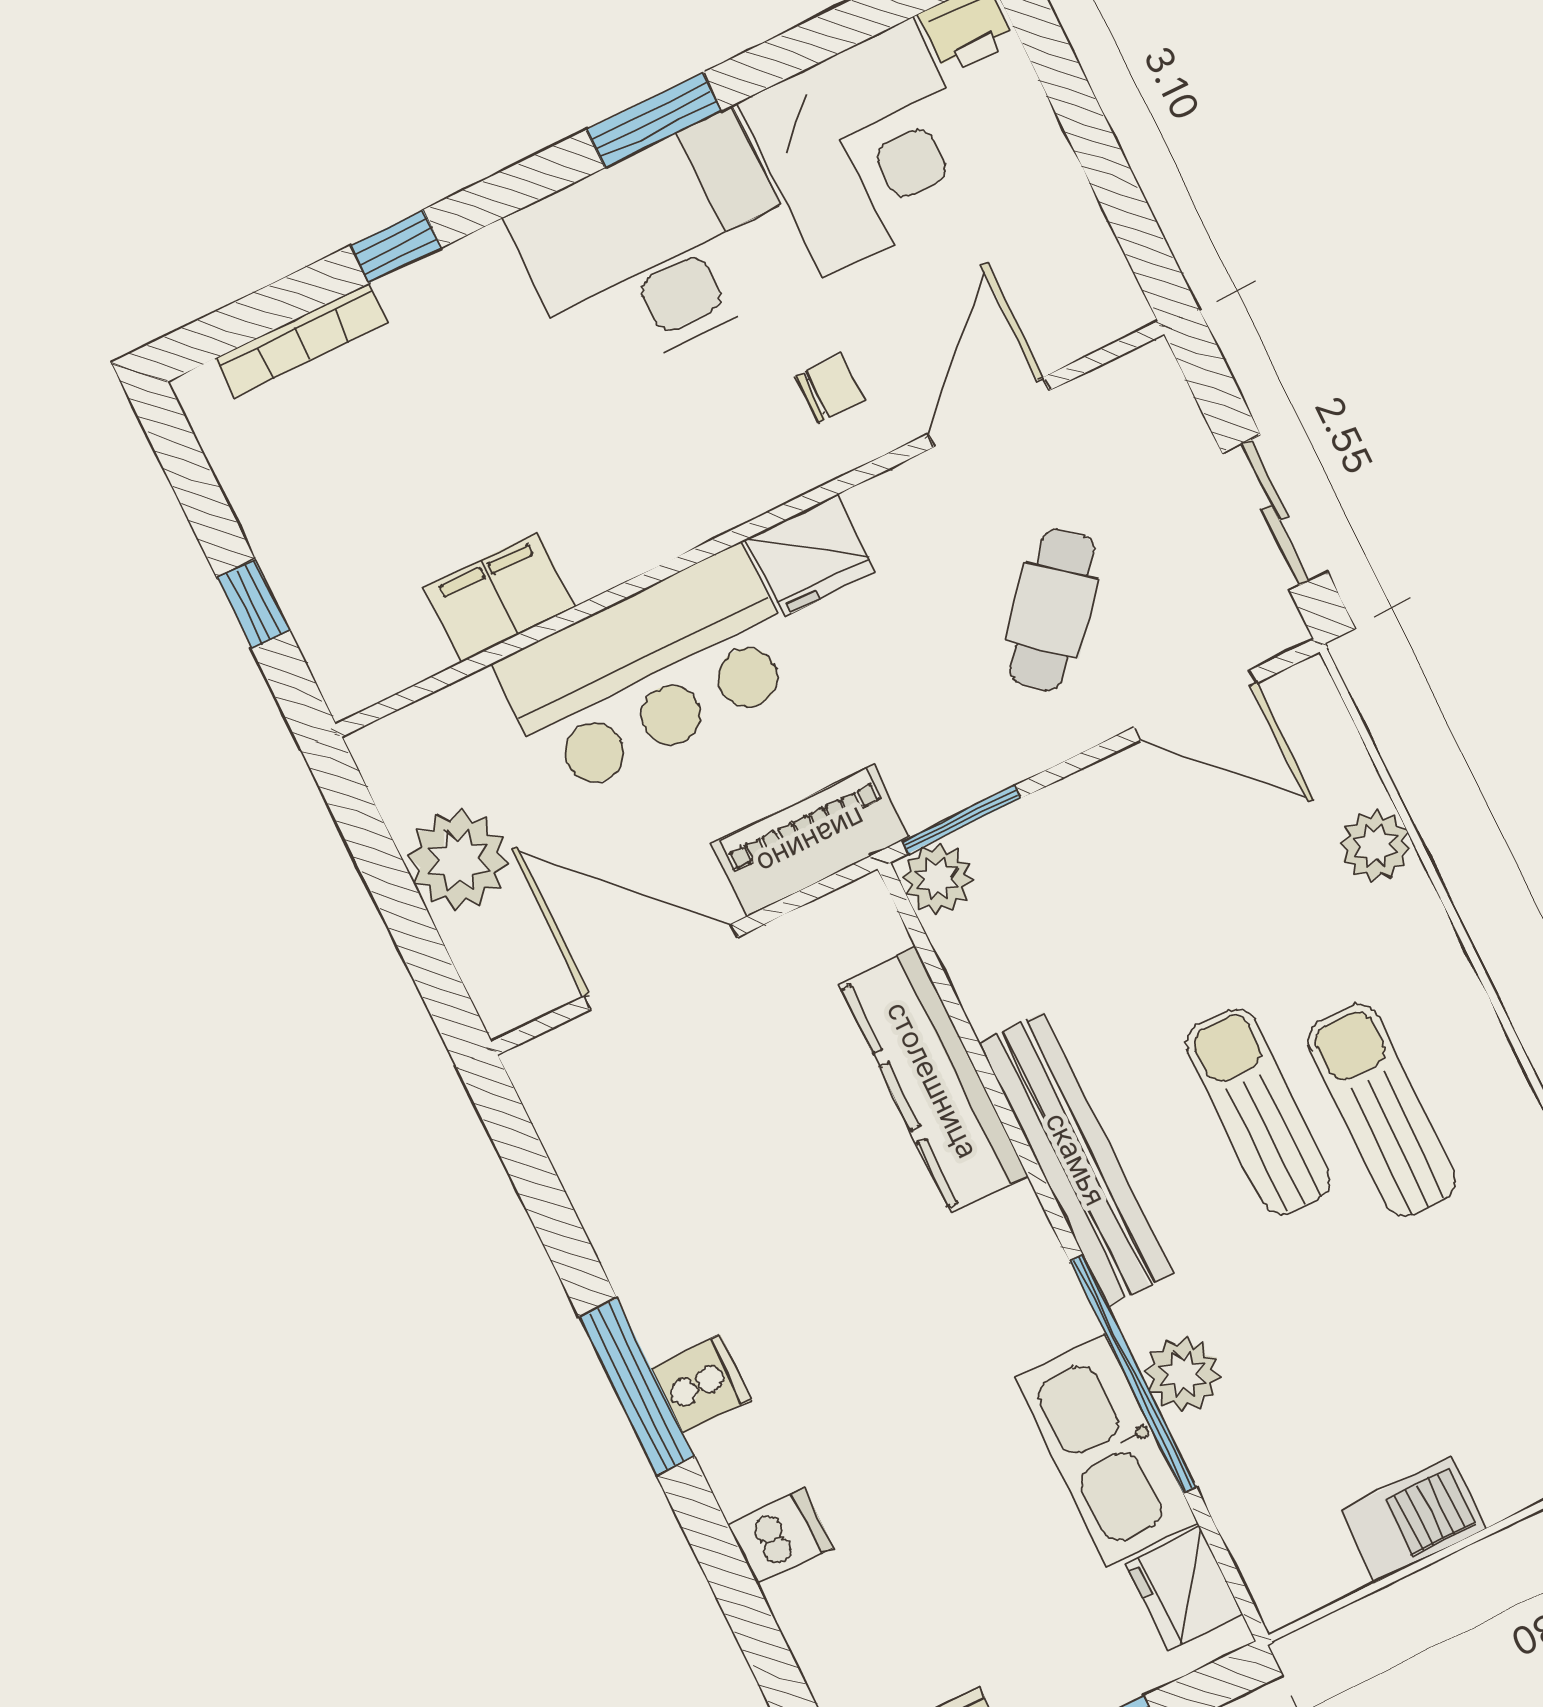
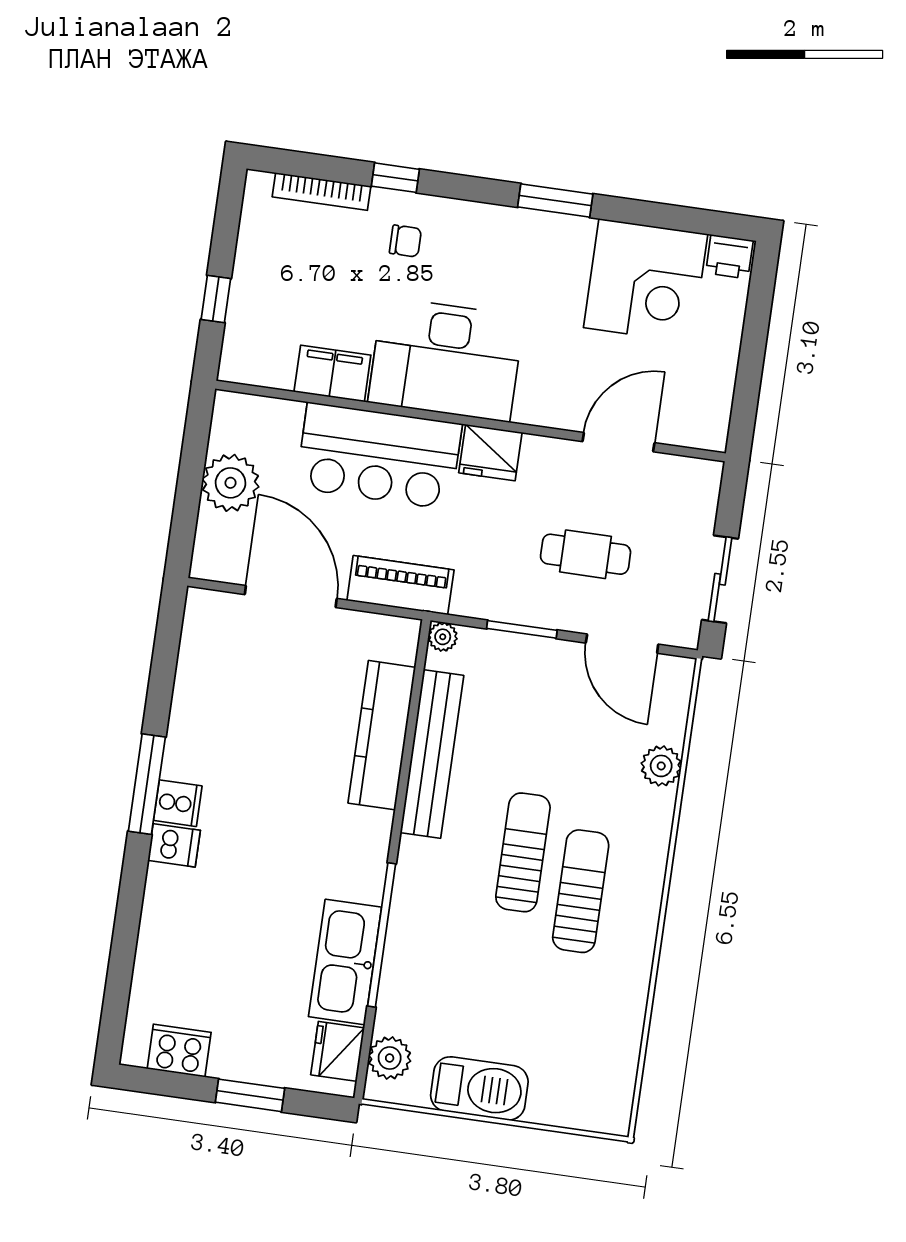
desk: (659, 247) -> (446, 359), moved, turned 180
chair: (829, 388) -> (405, 241), moved
cafe table: (1052, 610) -> (586, 554), turned 50
window: (962, 820) -> (522, 629), moved
plant: (938, 879) -> (443, 637), width x0.73, depth x0.73
bench: (1076, 1159) -> (432, 754), moved
plant: (1183, 1374) -> (390, 1058), moved
barbecue: (1413, 1519) -> (479, 1088), width x1.37, depth x1.21
dishwasher: (781, 1536) -> (174, 845), moved

